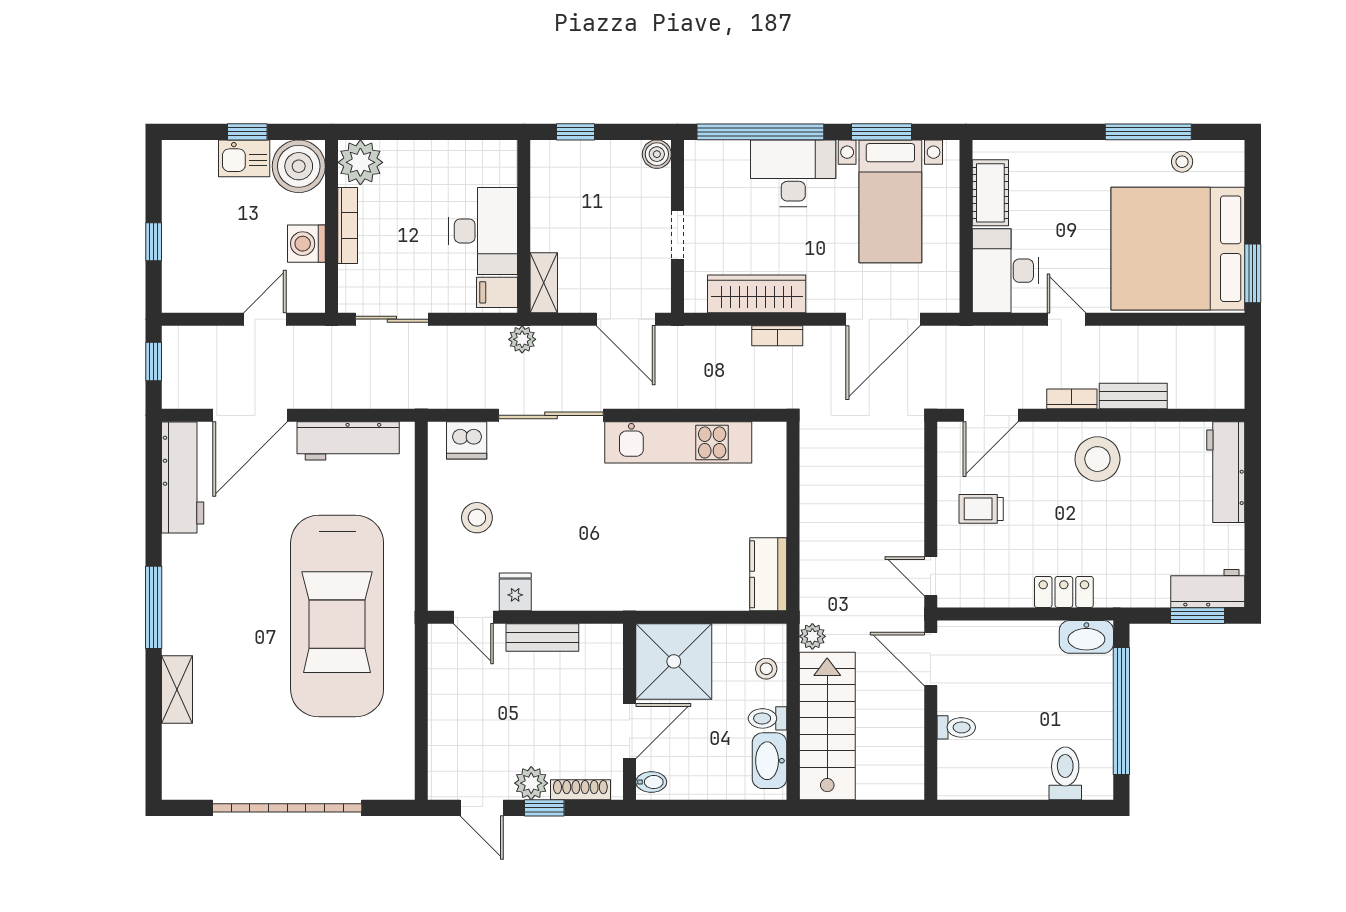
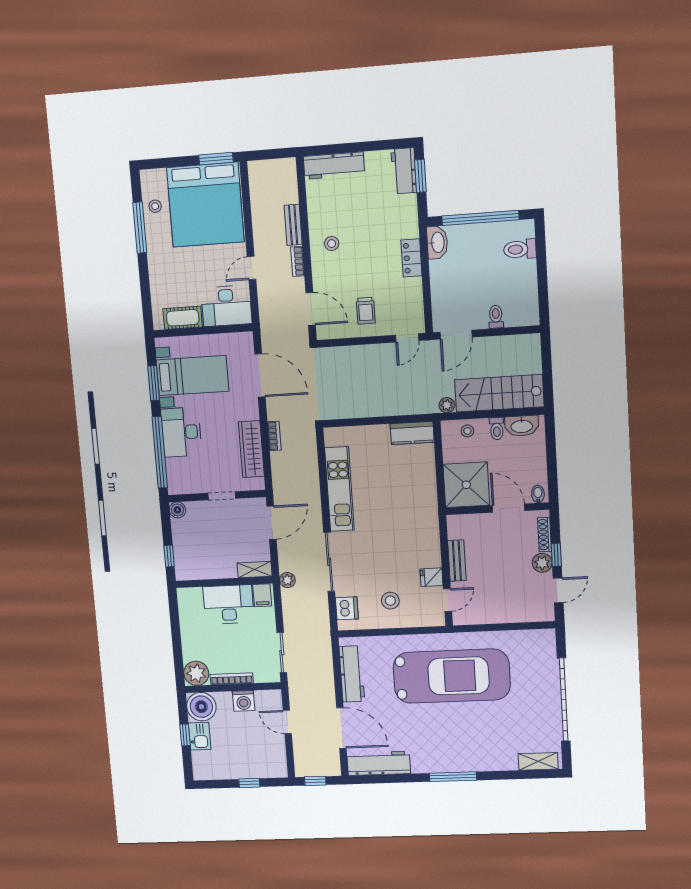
stool: (1097, 459) -> (332, 244), width x0.53, depth x0.53
shelving: (177, 689) -> (538, 761), moved

